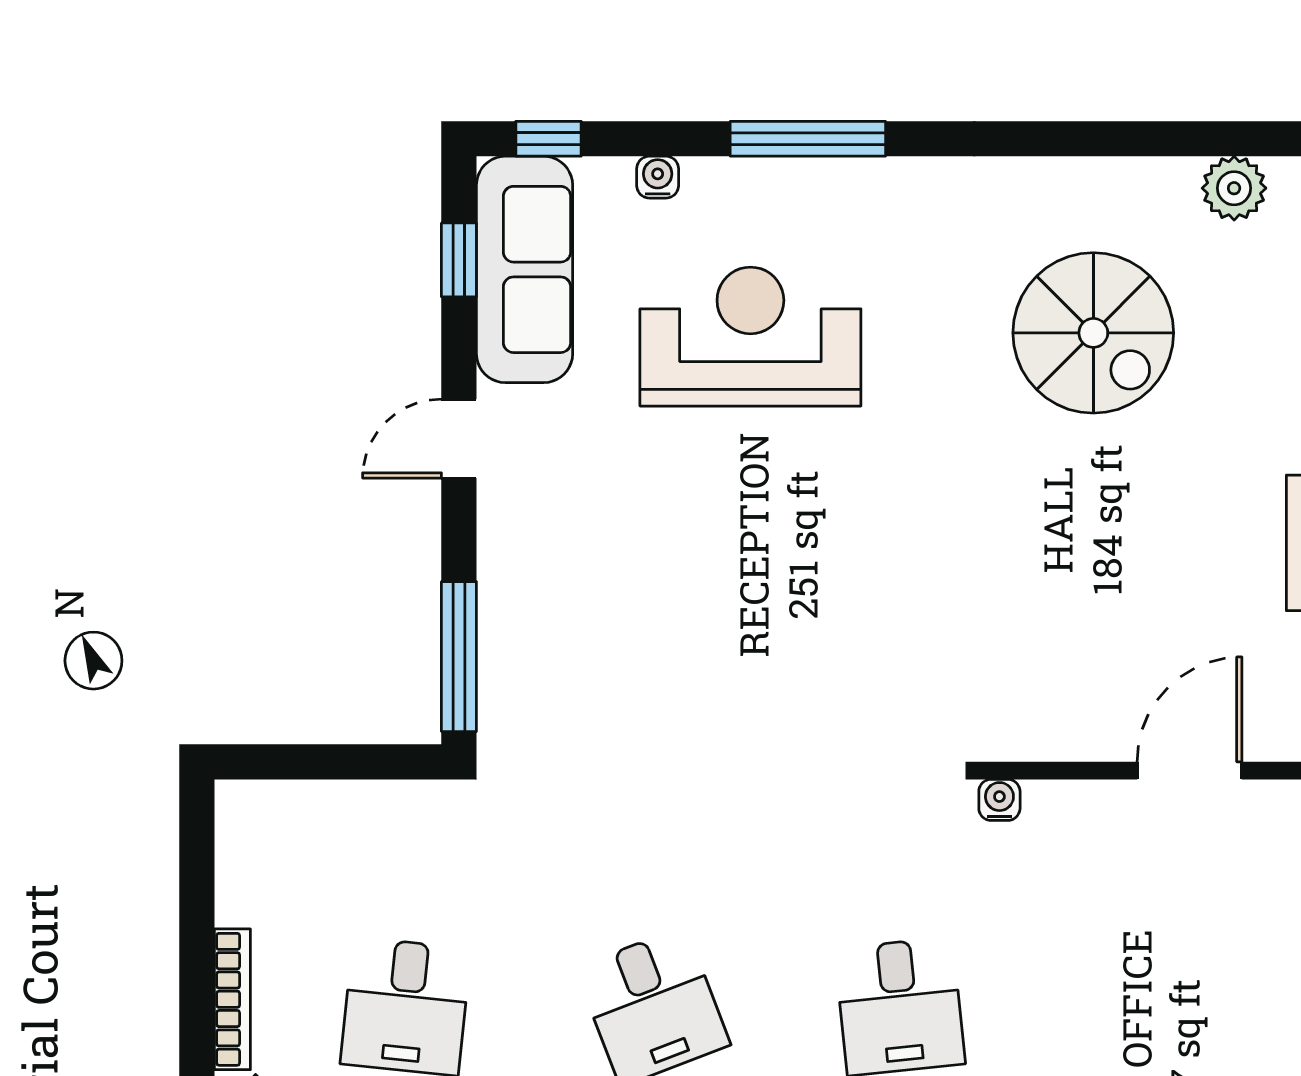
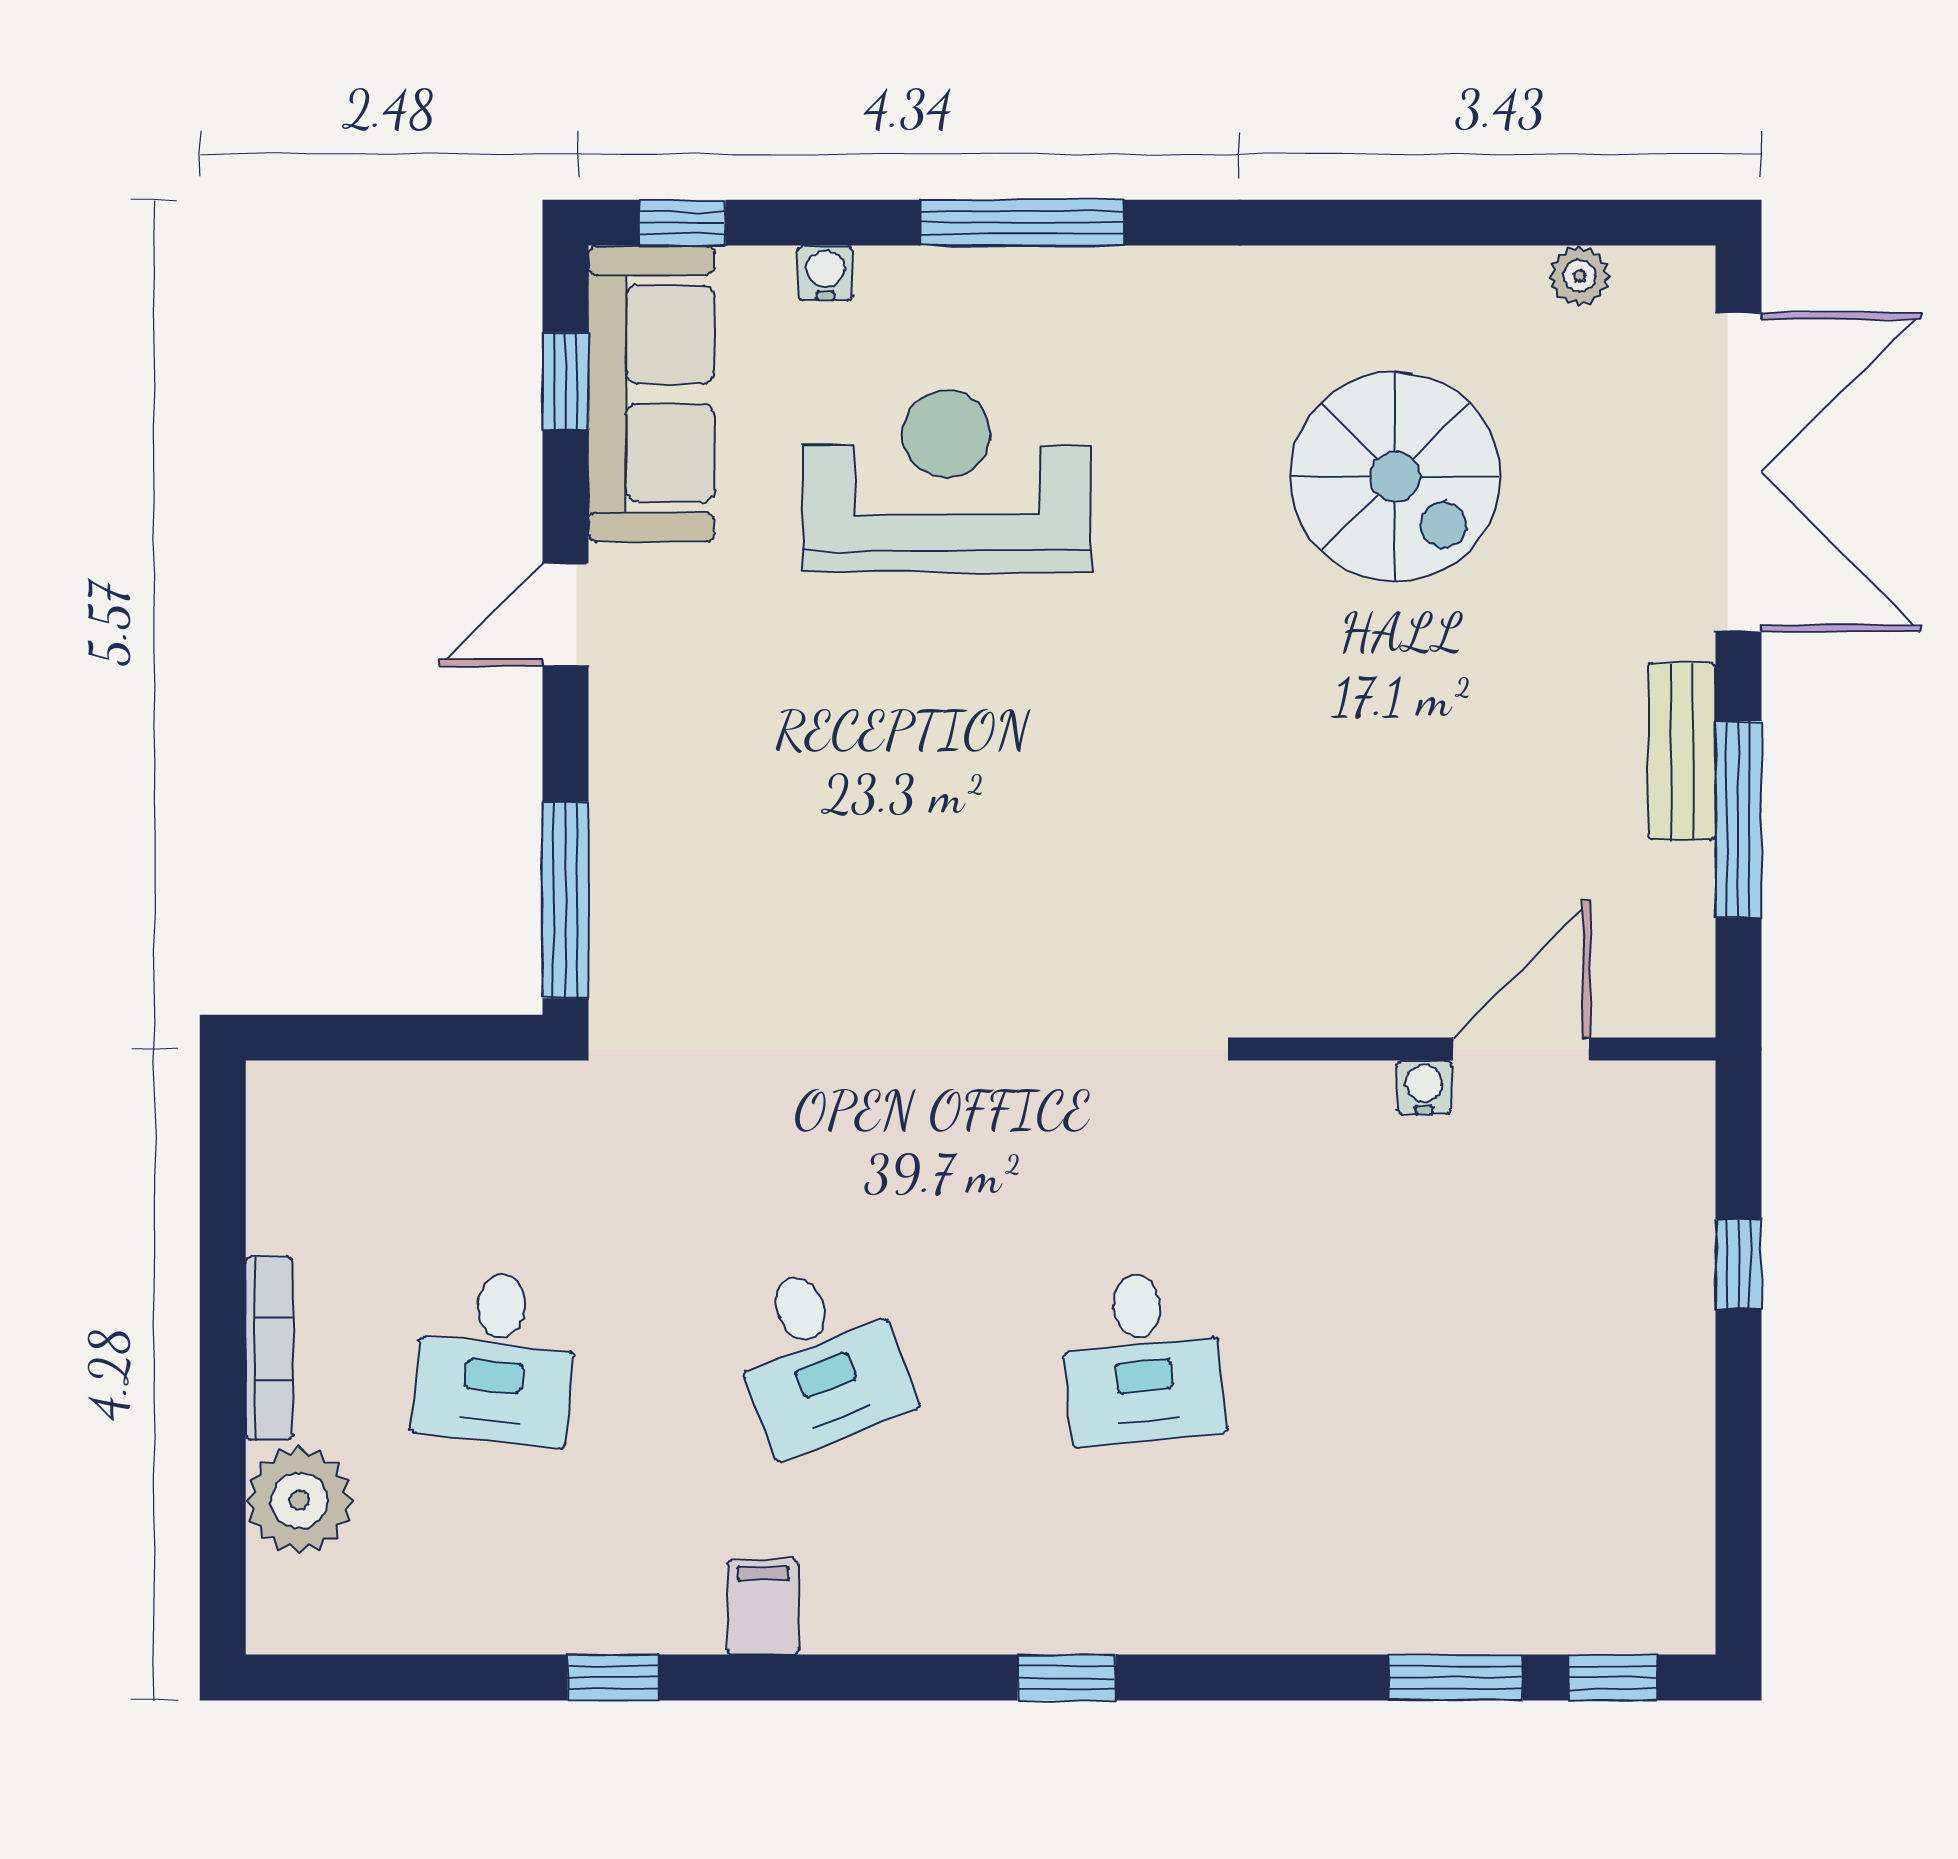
plant: (1234, 188) -> (1579, 276), width x0.73, depth x0.73
water cooler: (999, 800) -> (1424, 1087), moved

